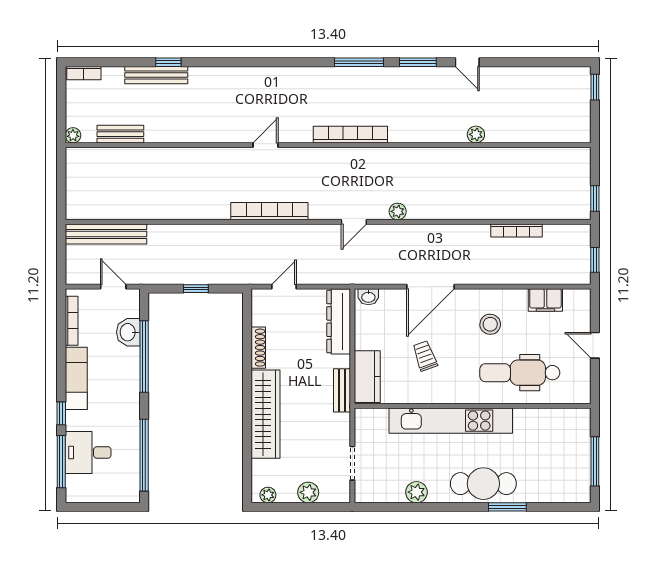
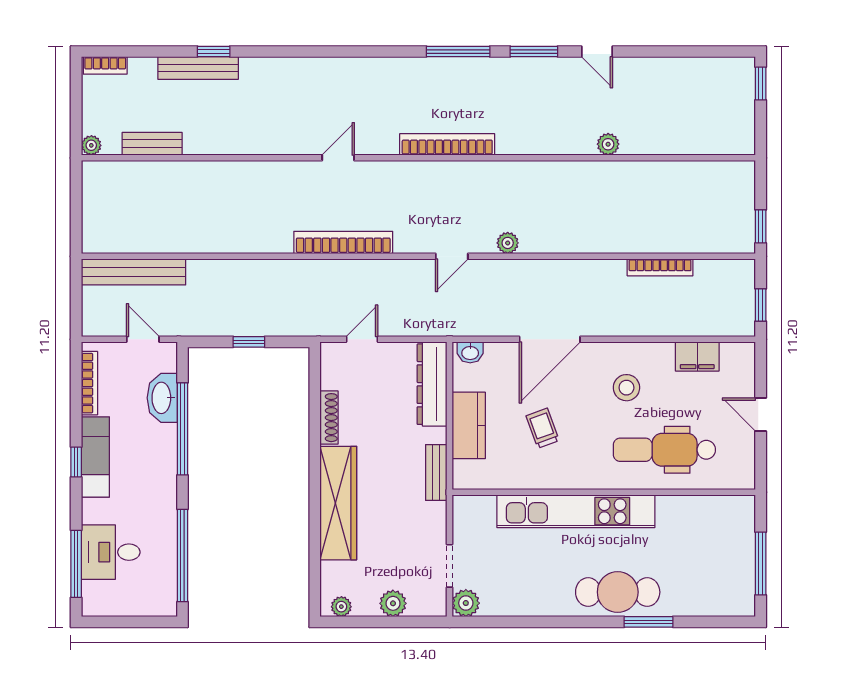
washbasin: (128, 332) -> (162, 398), width x1.38
kitchen counter: (367, 377) -> (469, 425), moved
window: (61, 413) -> (76, 462), moved
plant: (416, 492) -> (466, 603), moved

